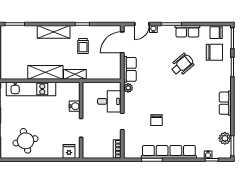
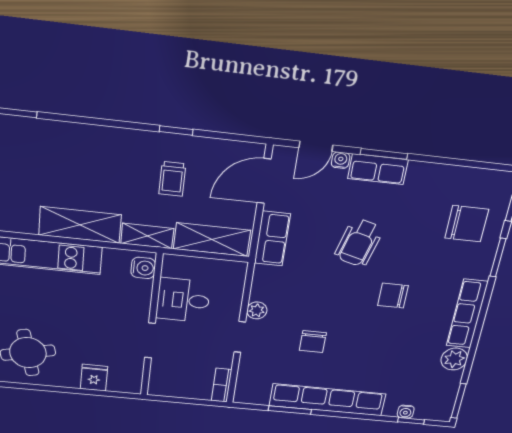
row of seats: (187, 31) -> (378, 169), moved
shelving: (54, 32) -> (212, 240), moved
chair: (216, 33) -> (393, 296), moved
wheelchair: (182, 65) -> (359, 243), moved, turned 145
plant: (128, 88) -> (257, 310), moved
desk: (109, 101) -> (183, 300), moved, turned 180
row of seats: (225, 103) -> (467, 314), width x1.48
water cooler: (75, 106) -> (143, 268), moved
plant: (225, 138) -> (454, 359), moved
fridge: (69, 151) -> (94, 378), moved

